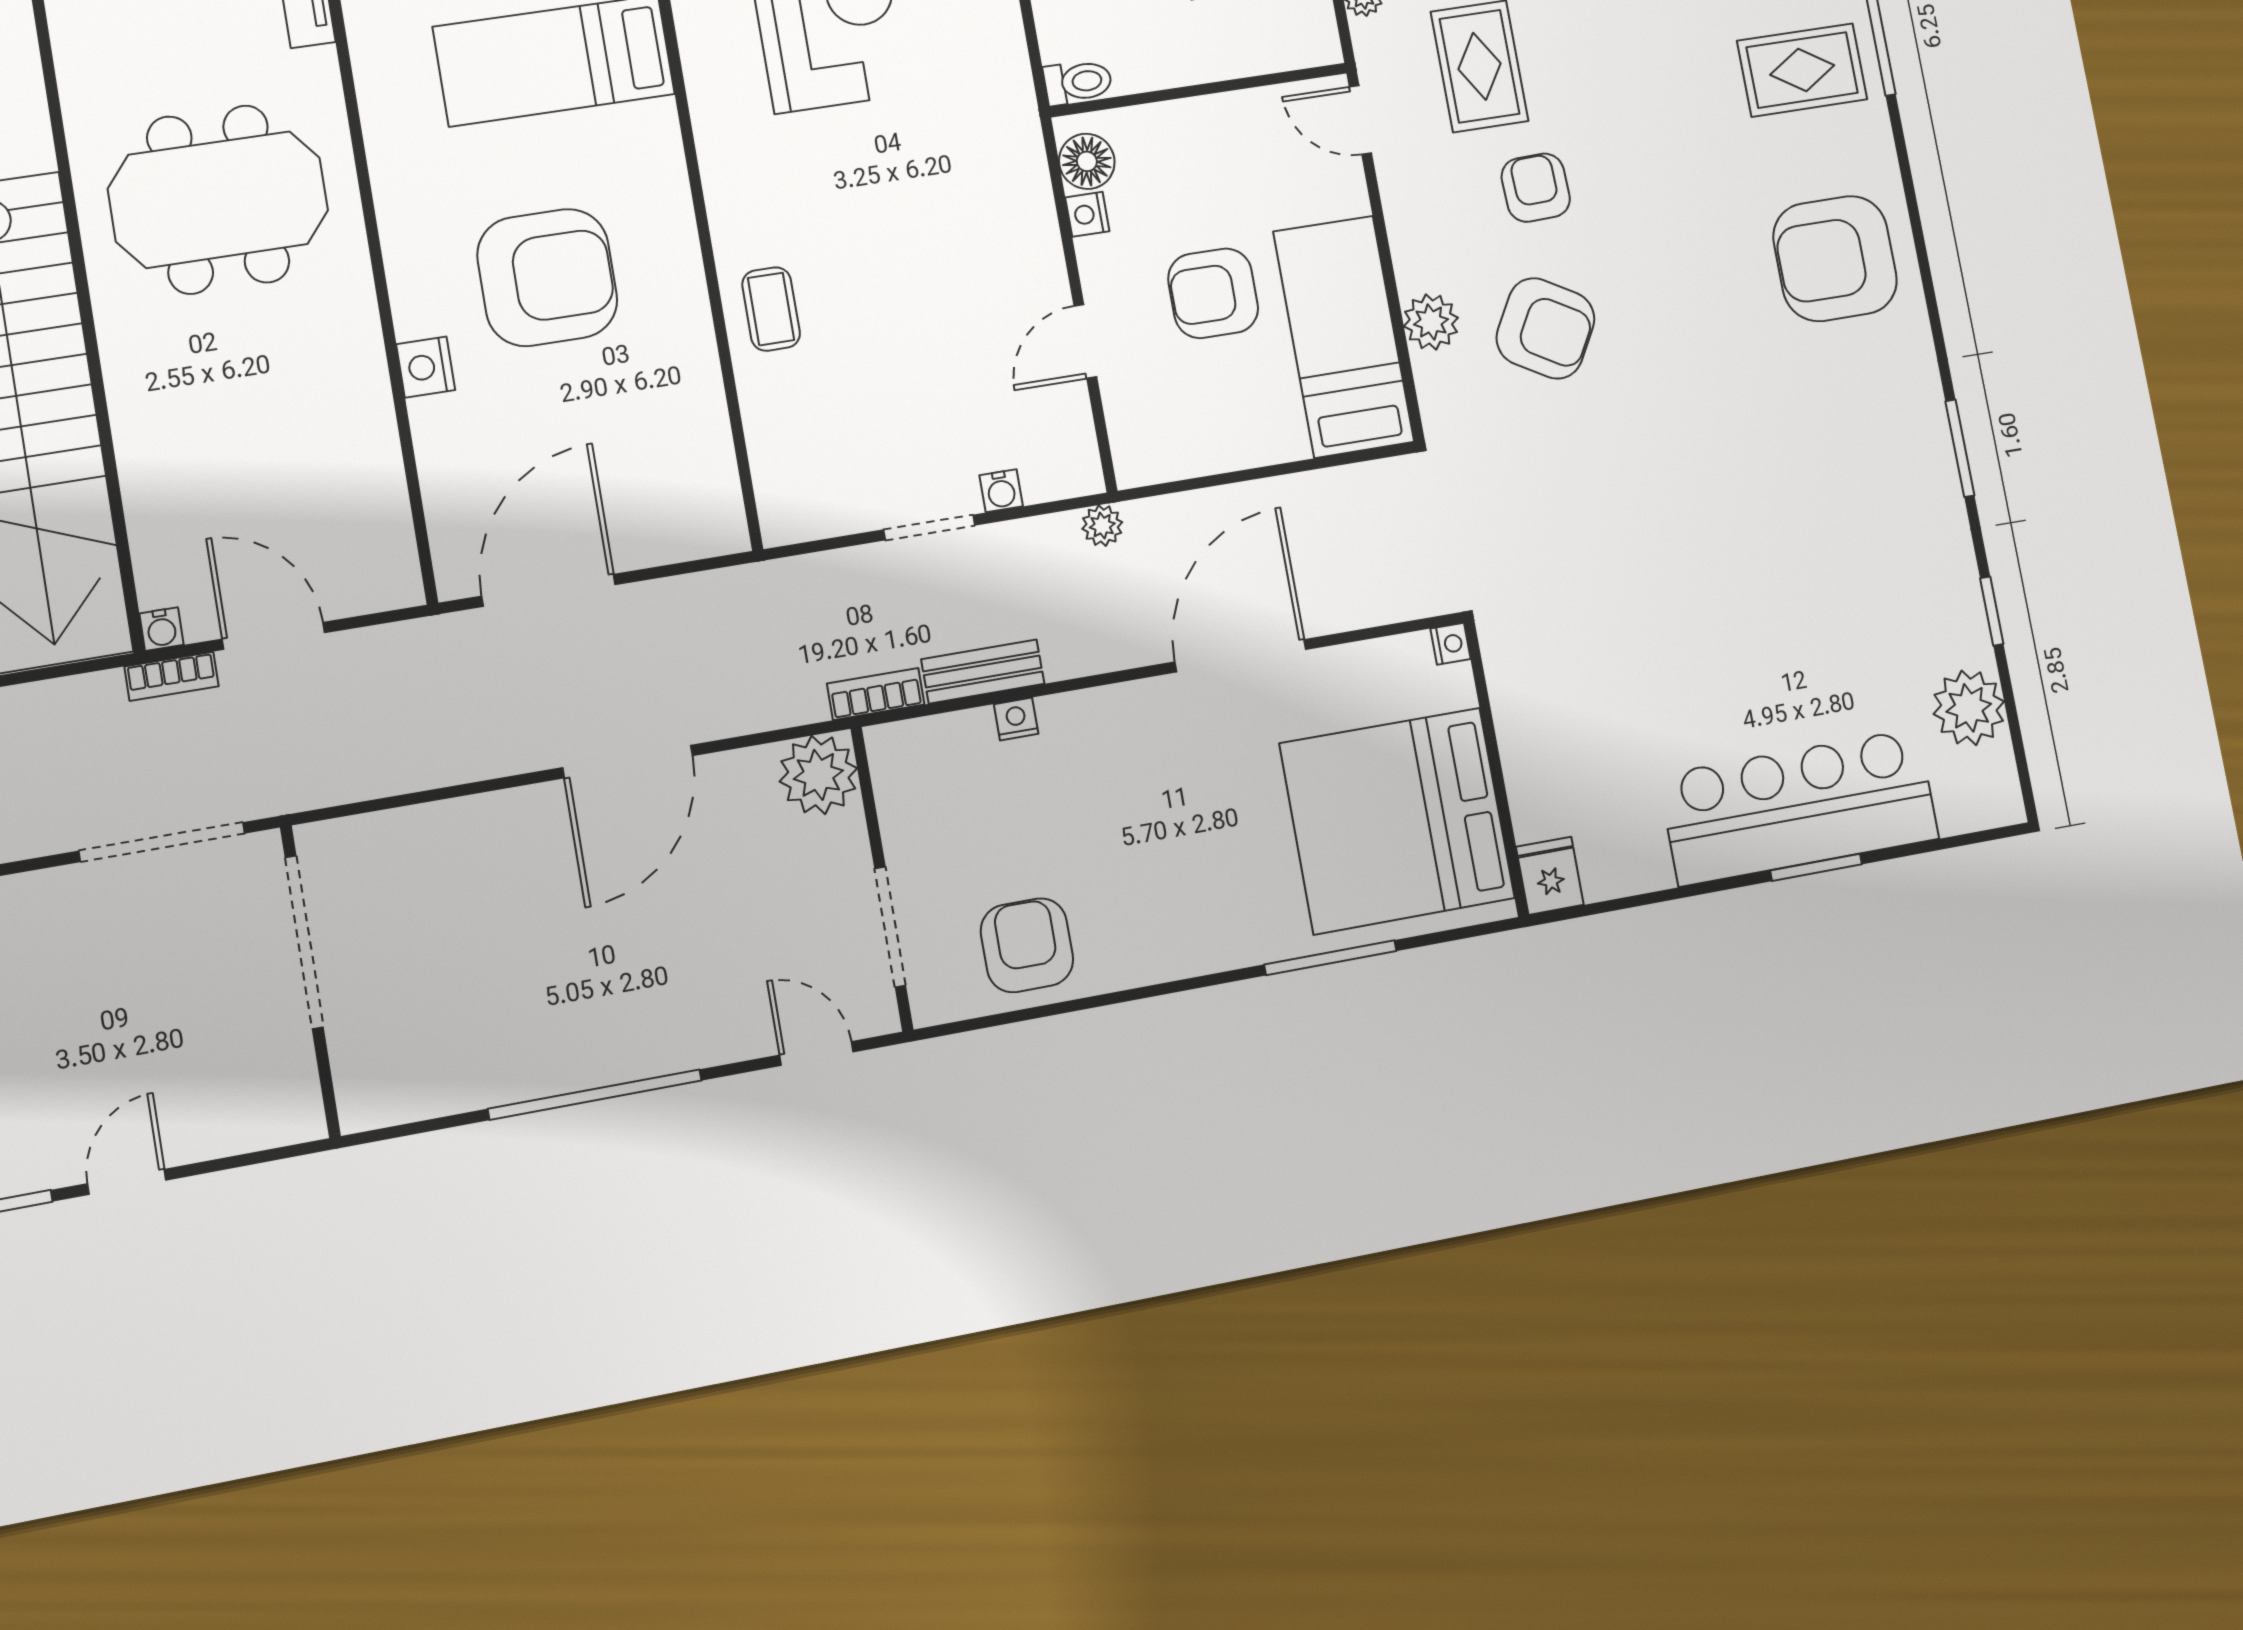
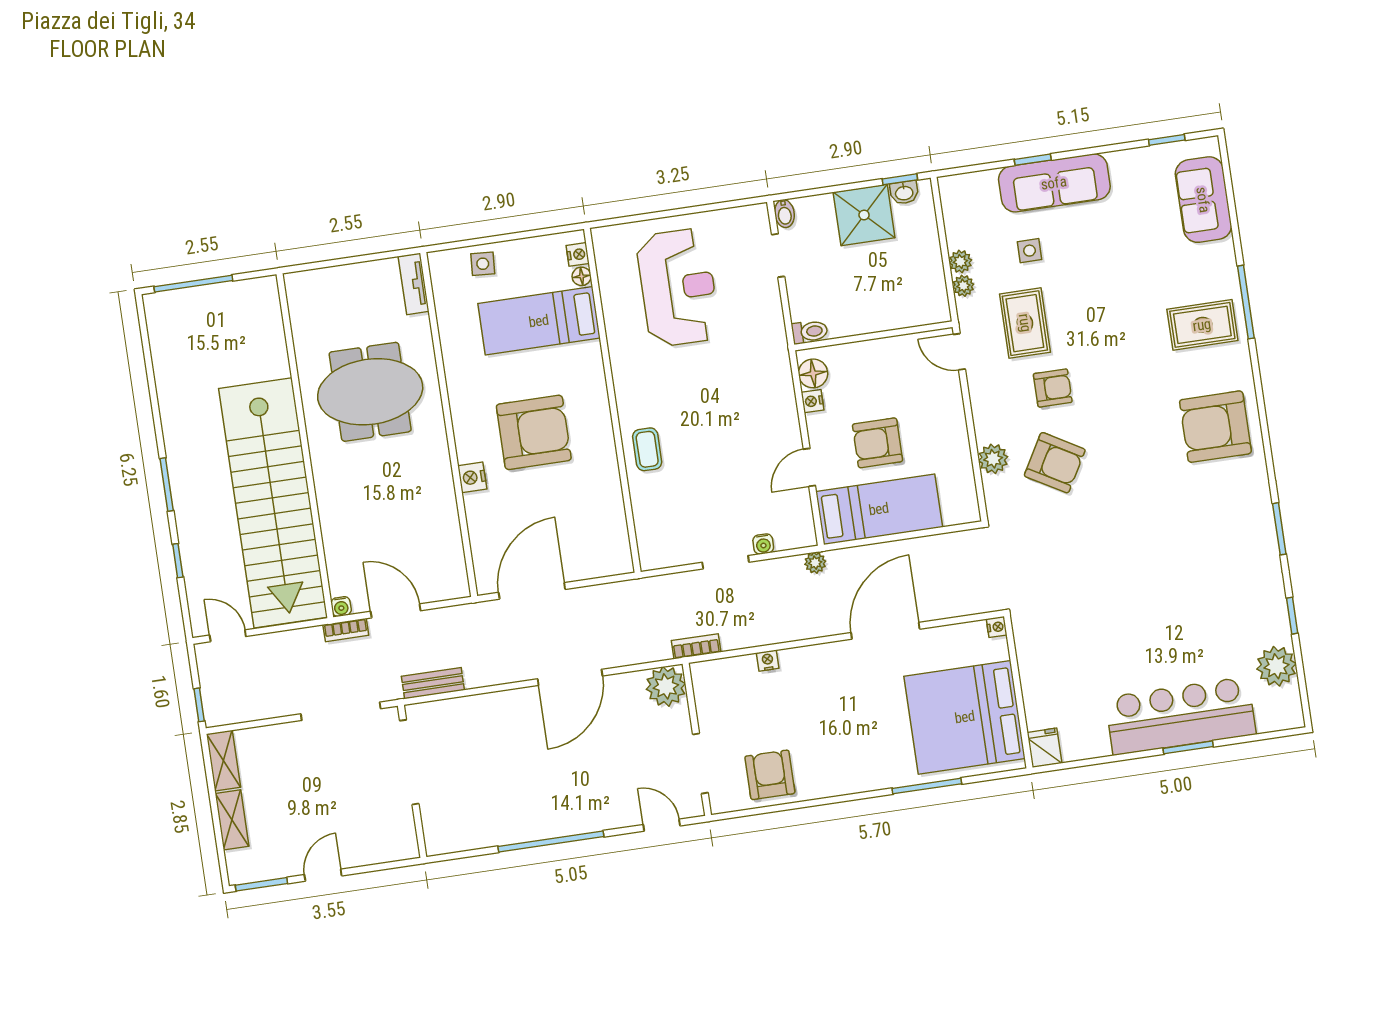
armchair: (1536, 188) -> (1053, 388), turned 92
bed: (1344, 337) -> (879, 509), moved, turned 90
bench: (983, 671) -> (433, 683), moved

